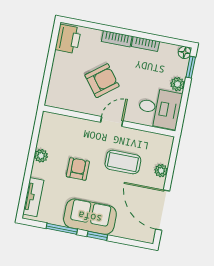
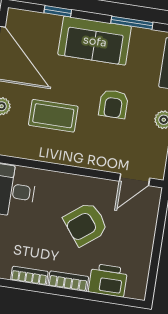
printer: (68, 39) -> (108, 280), moved, turned 90
door: (112, 121) -> (135, 180), moved
window: (97, 236) -> (58, 11), moved

